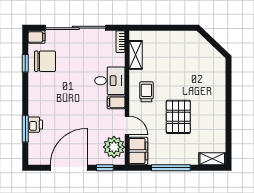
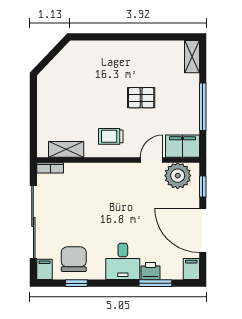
desk: (110, 81) -> (123, 261), moved, turned 180
filing cabinet: (116, 102) -> (191, 269), moved, turned 180
pallet: (178, 117) -> (141, 98), width x0.67, depth x0.71

